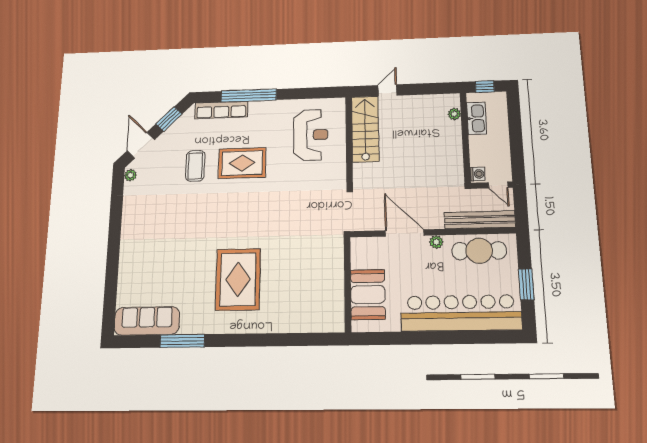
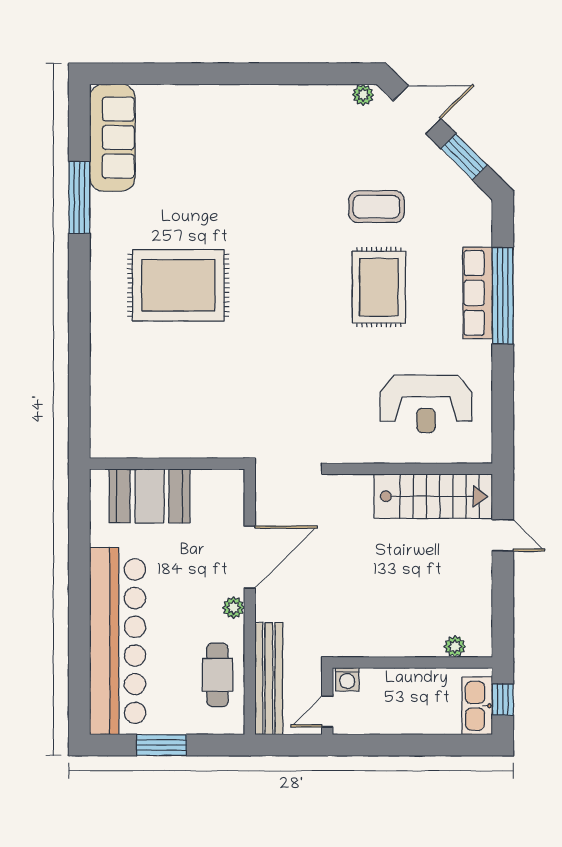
row of seats: (221, 110) -> (478, 293), moved
kitchen sink: (477, 118) -> (477, 706), moved, turned 90
cafe table: (479, 251) -> (217, 675), width x0.73, depth x0.74

